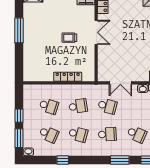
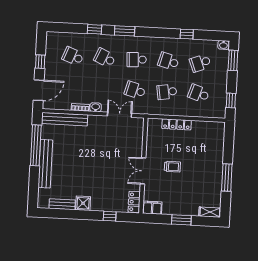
window: (19, 116) -> (231, 100), moved
school desk: (49, 134) -> (200, 63), turned -45

